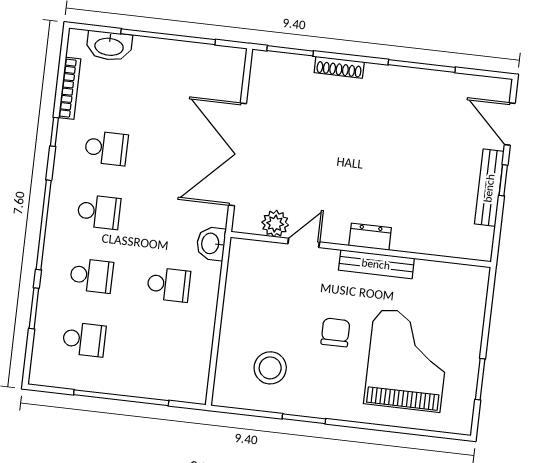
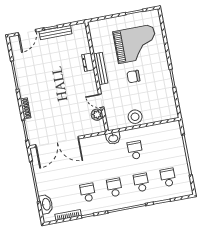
double door: (237, 154) -> (57, 142), moved
dresser: (370, 237) -> (88, 62), moved
grand piano: (407, 360) -> (136, 44), turned 180
stool: (270, 368) -> (135, 117), moved

